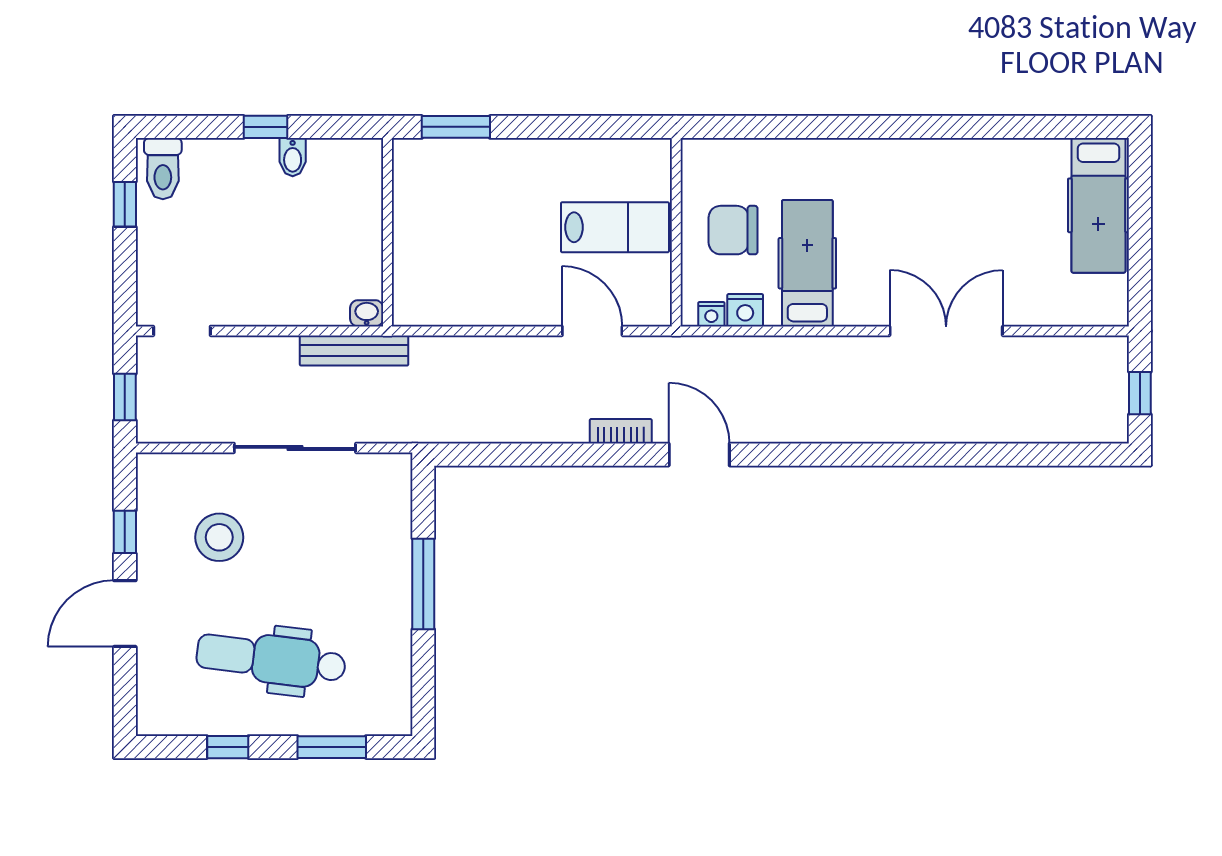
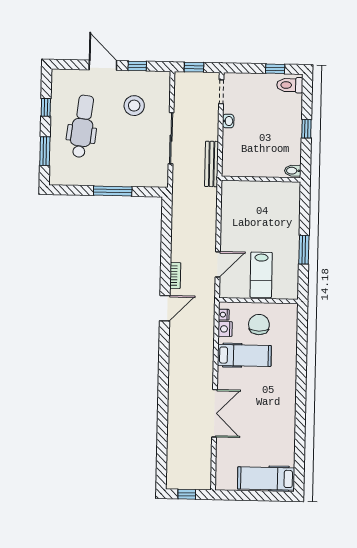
window: (456, 127) -> (304, 250), moved
bidet: (293, 157) -> (293, 171), moved
washbasin: (367, 313) -> (228, 121), moved

